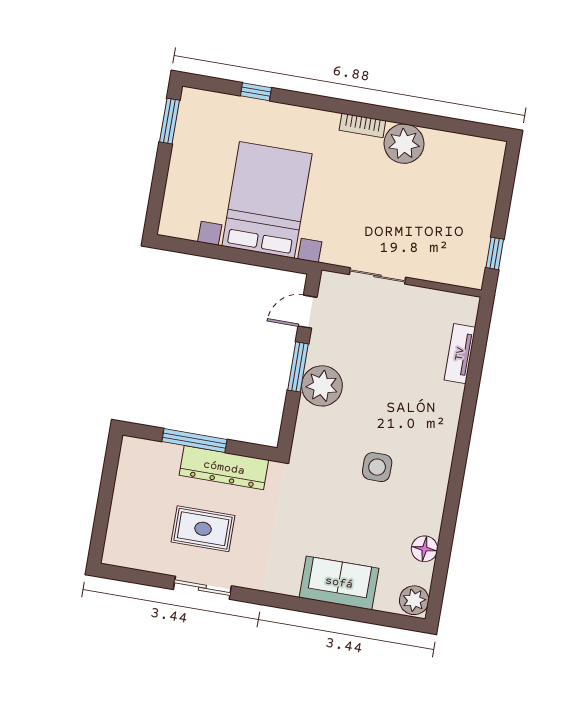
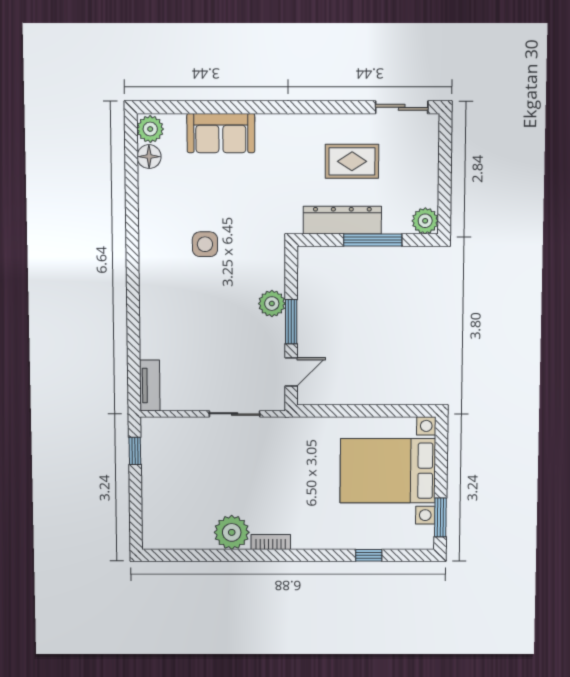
bed with nightstands: (267, 200) -> (388, 471), moved, turned 90
tv unit: (460, 354) -> (150, 386), moved
plant: (322, 386) -> (272, 304), width x0.73, depth x0.73
plant: (134, 452) -> (425, 221), added
floor lamp: (424, 549) -> (149, 157), moved
sliding door: (202, 588) -> (402, 107), moved

